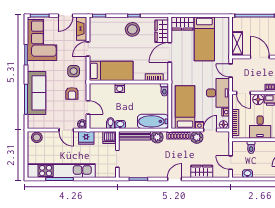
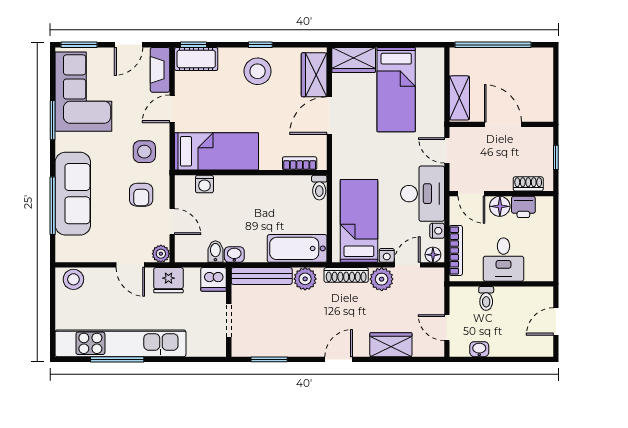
cot: (101, 23) -> (196, 59), added
washing machine: (120, 88) -> (204, 184), moved

